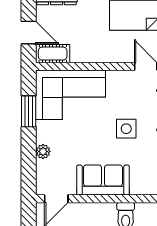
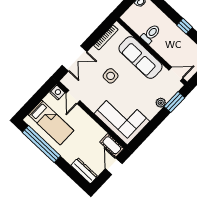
window: (29, 111) -> (174, 102), moved
sofa: (103, 180) -> (140, 58), width x1.36

